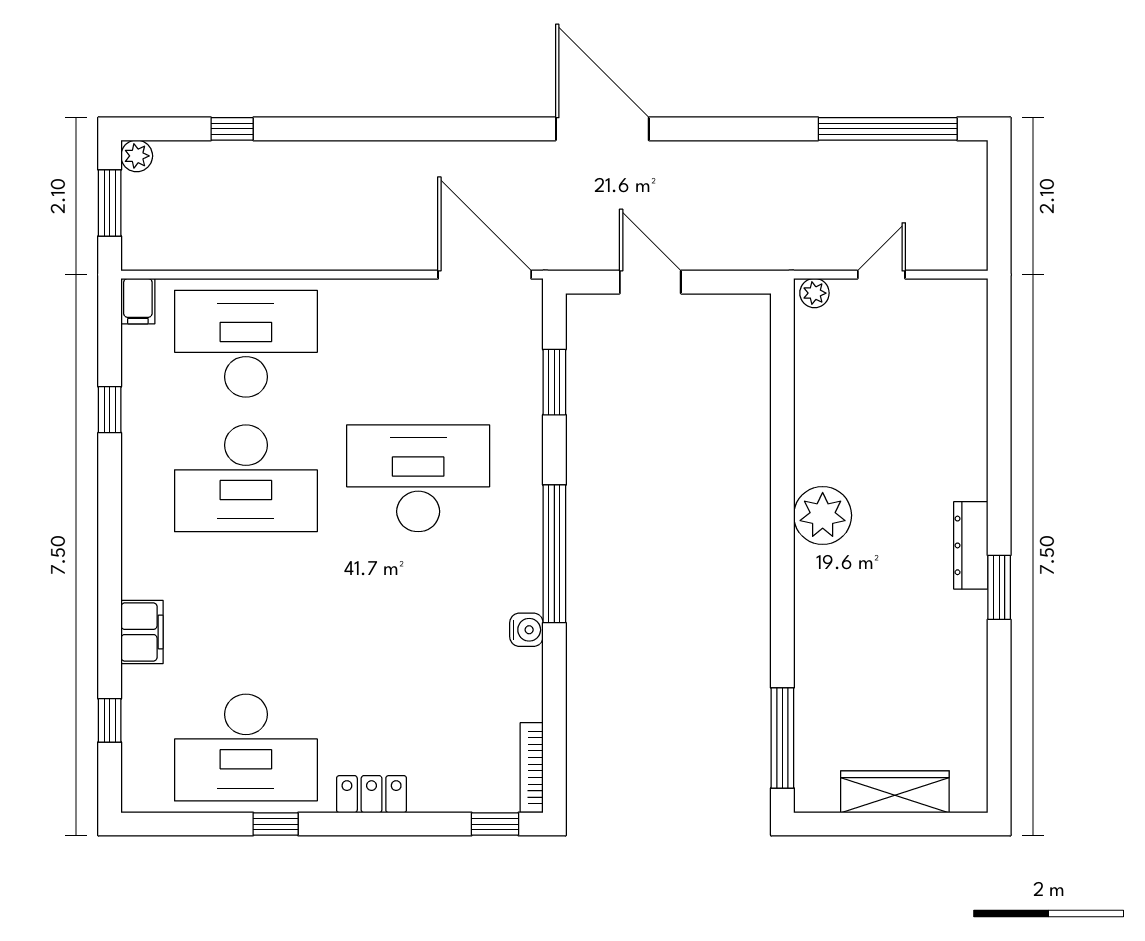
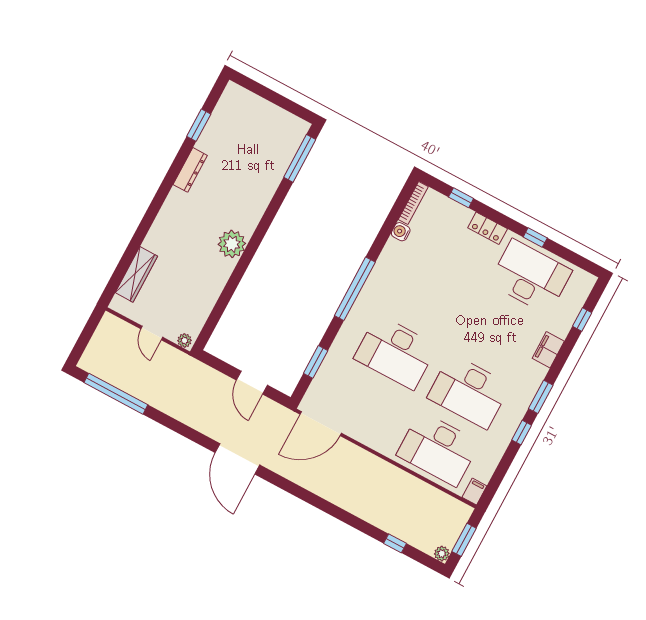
door: (485, 275) -> (321, 424), hinge flipped
door: (881, 275) -> (152, 333), hinge flipped
window: (110, 410) -> (522, 433), moved
desk: (246, 478) -> (469, 391), turned 180
window: (110, 539) -> (541, 397), added
dresser: (971, 545) -> (190, 170), moved
window: (999, 587) -> (199, 125), moved
water cooler: (526, 630) -> (401, 232), moved
wardrobe: (895, 792) -> (136, 274), moved, turned -90
window: (495, 824) -> (461, 198), moved

